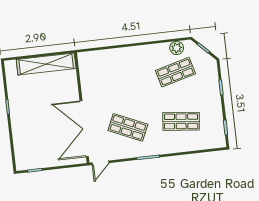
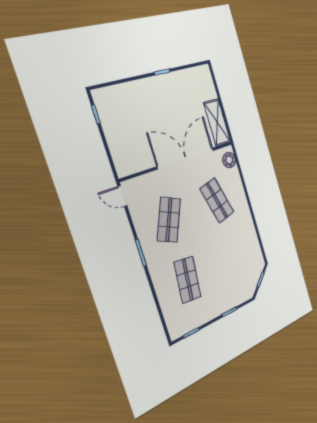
plant: (177, 48) -> (229, 160), moved
shelving: (46, 64) -> (217, 122), width x0.68
shop shelf: (175, 72) -> (217, 200), moved
double door: (84, 129) -> (186, 158), moved

